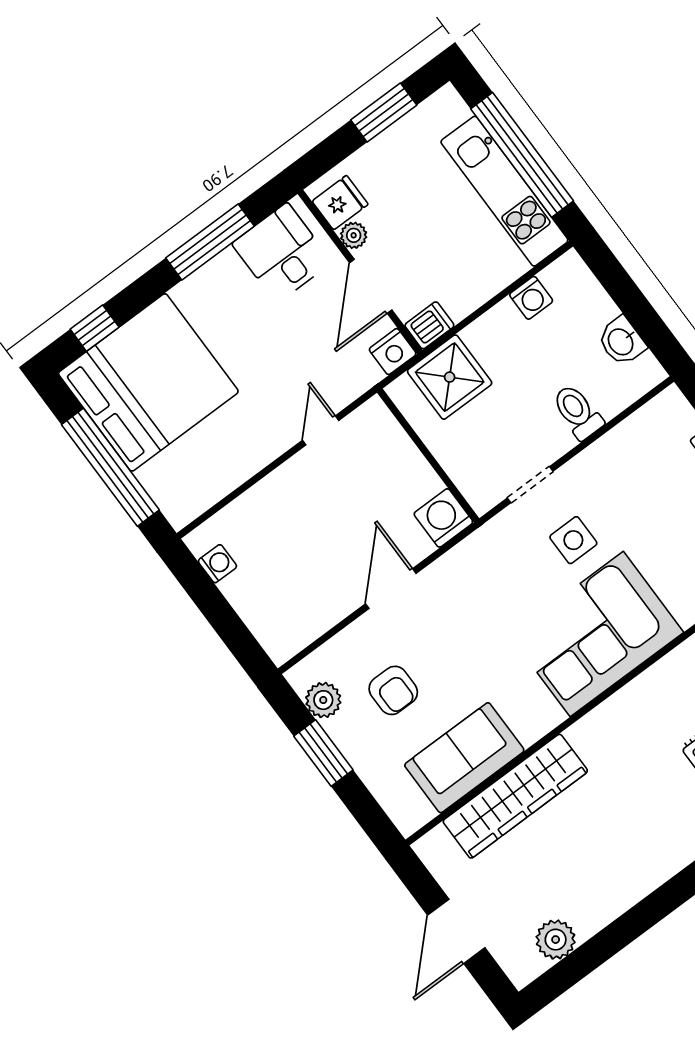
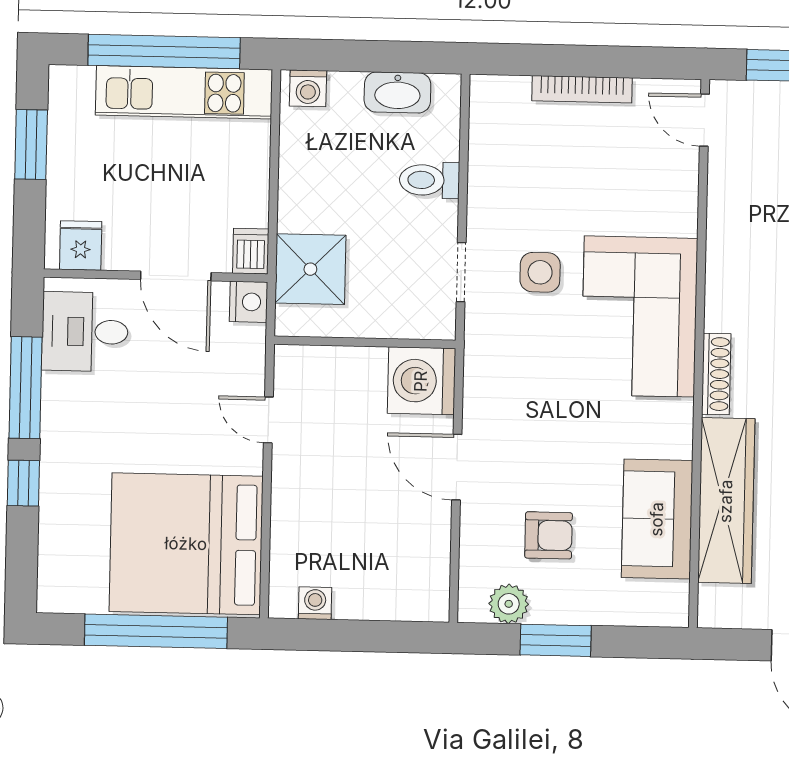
plant: (354, 235) -> (119, 256), removed
washing machine: (531, 298) -> (308, 88), moved, turned 90
window: (95, 328) -> (23, 483), moved
washbasin: (621, 341) -> (397, 92), width x1.38
bed: (148, 382) -> (186, 544), moved, turned -90
washing machine: (443, 518) -> (421, 381), width x1.37, depth x1.37
shoe rack: (599, 720) -> (716, 374), added

